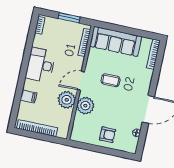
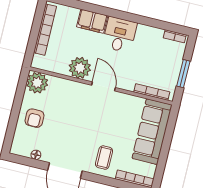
desk: (41, 65) -> (119, 35), width x0.73
coffee table: (111, 80) -> (104, 158), moved
filing cabinet: (28, 96) -> (92, 21), width x2.00
plant: (85, 106) -> (37, 83), moved

